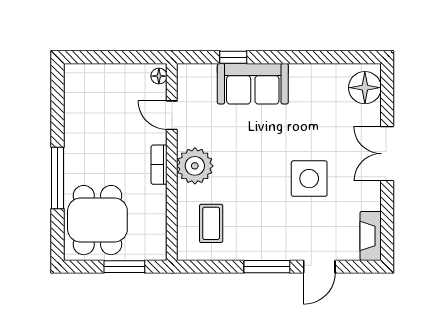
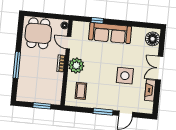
sofa: (253, 84) -> (110, 33), width x1.36
dining table: (97, 220) -> (38, 33), moved
fireplace: (371, 236) -> (150, 90), moved

